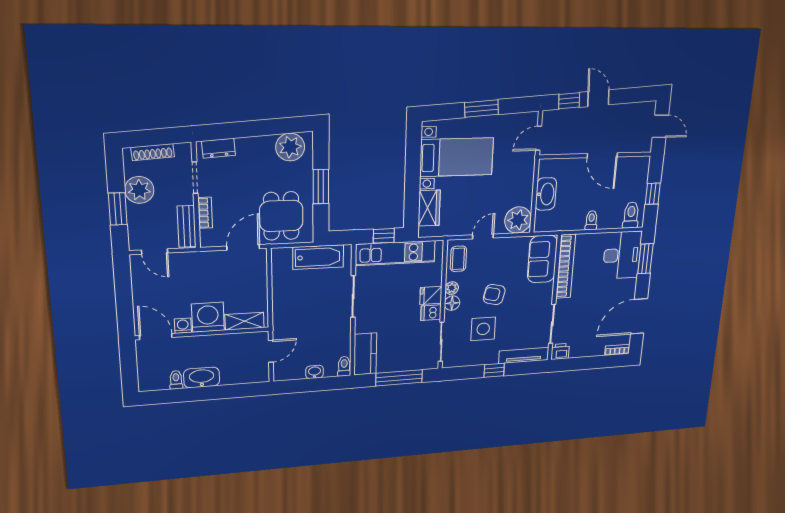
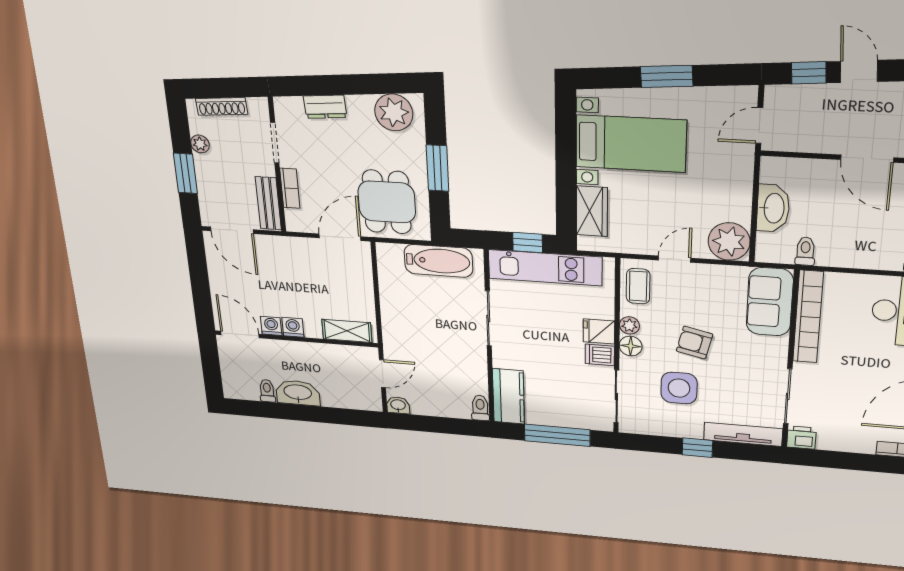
dresser: (218, 148) -> (325, 107), moved
plant: (139, 190) -> (200, 144), width x0.53, depth x0.53
toilet: (591, 220) -> (805, 251), moved
door: (155, 252) -> (232, 230), width x1.38
washing machine: (208, 317) -> (293, 327), width x0.53, depth x0.53
washbasin: (314, 372) -> (398, 405), moved

